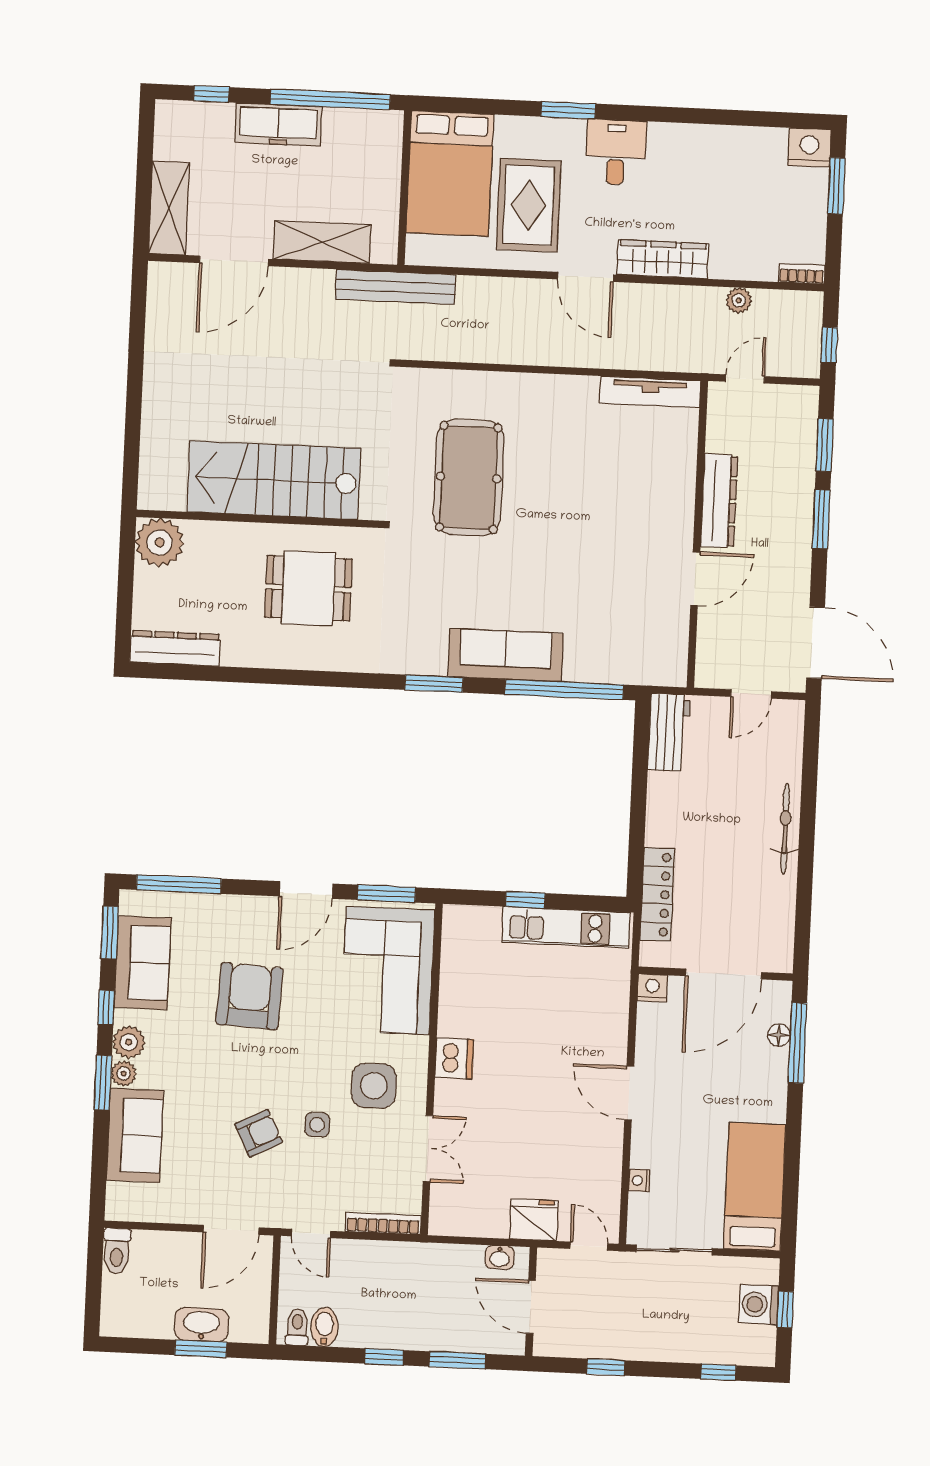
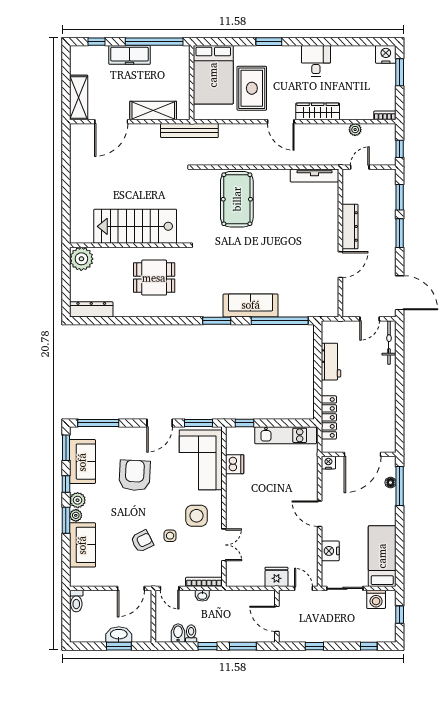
desk: (616, 152) -> (316, 61), moved
pool table: (469, 477) -> (237, 199), moved
workbench: (669, 732) -> (331, 362), moved
bicycle: (785, 829) -> (389, 343), moved
window: (525, 900) -> (244, 423), moved
dishwasher: (454, 1058) -> (235, 464), moved
nightstand: (639, 1180) -> (330, 551), width x1.89, depth x1.79
washbasin: (500, 1257) -> (202, 596), moved
washing machine: (759, 1304) -> (376, 599), moved, turned -90
toilet: (297, 1327) -> (191, 634), moved

